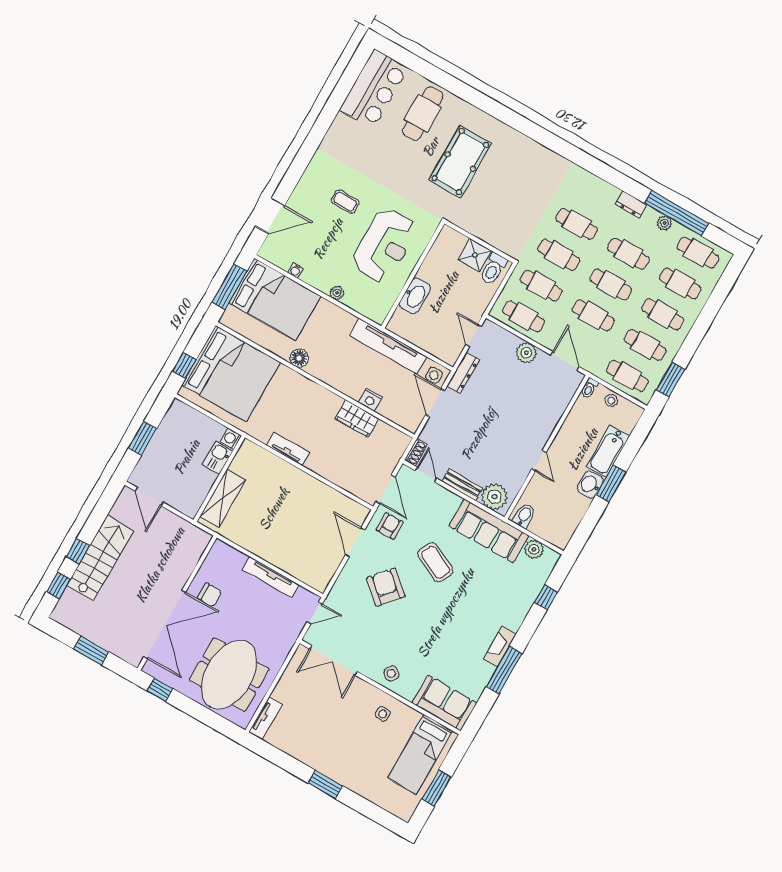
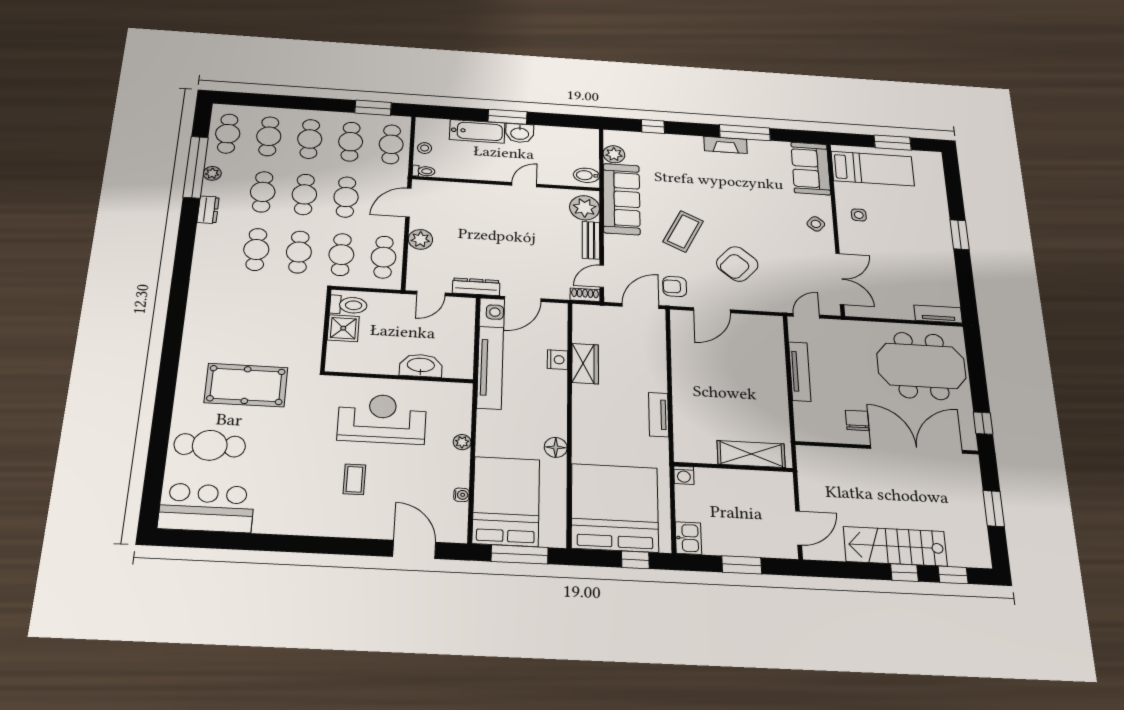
kitchen sink: (218, 458) -> (688, 538), moved, turned -90
door: (315, 613) -> (806, 316), hinge flipped

